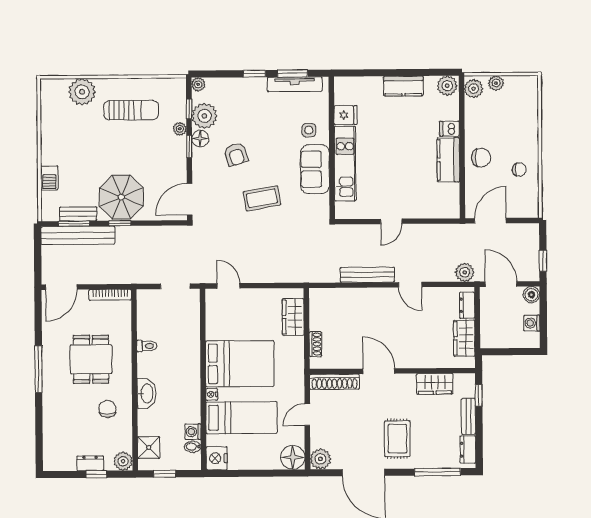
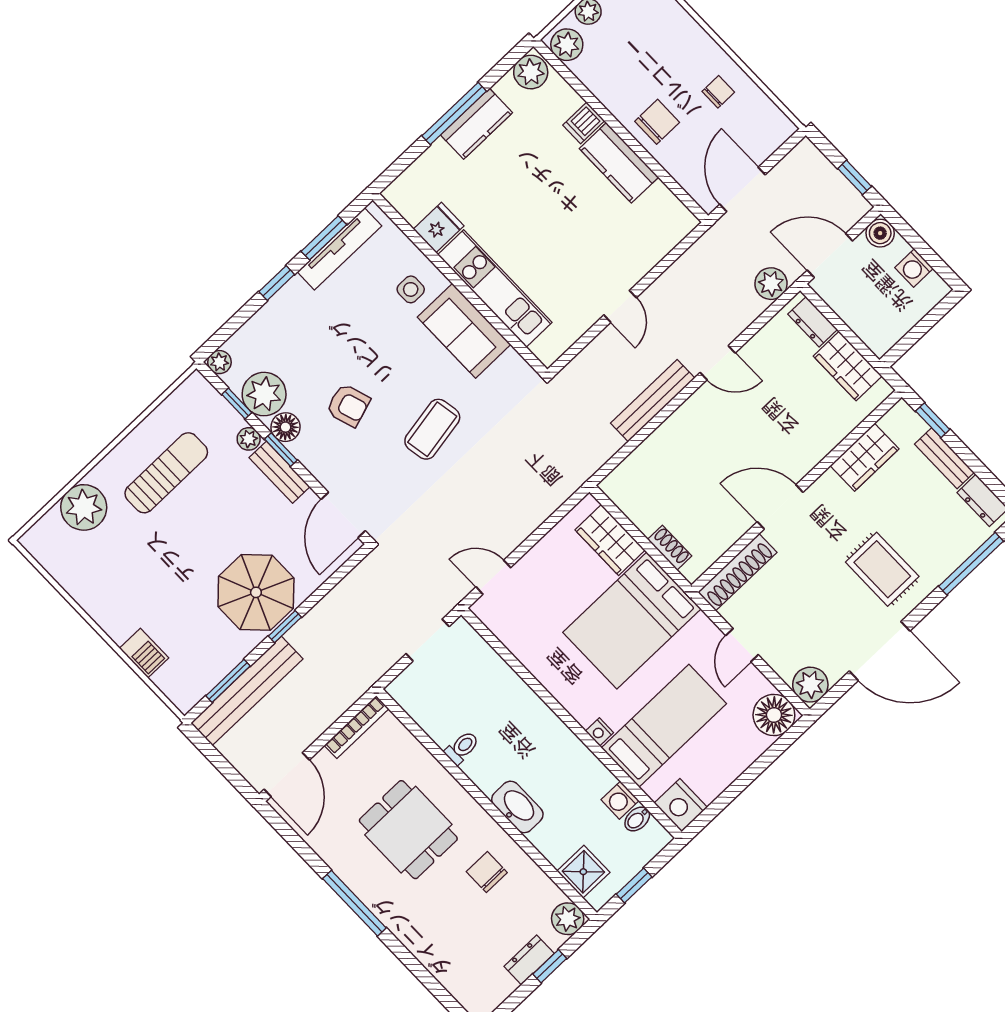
window: (398, 73) -> (454, 113), added
bench: (78, 214) -> (279, 472), moved, turned 90
bed: (240, 364) -> (632, 621), moved, turned 180

